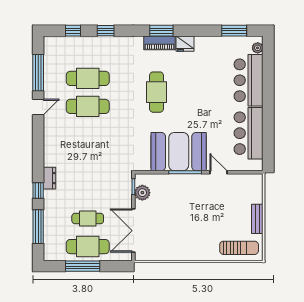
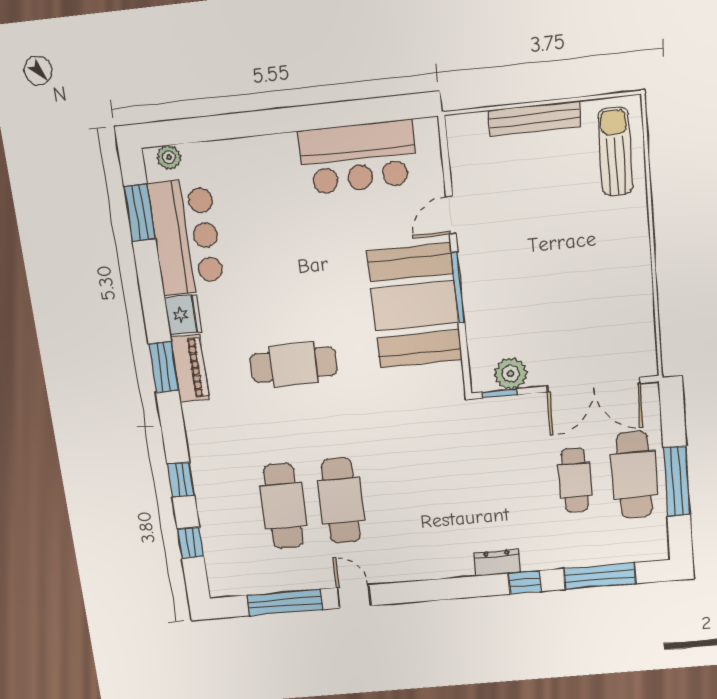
bar counter: (249, 80) -> (186, 237), moved, turned -90
bench: (257, 219) -> (535, 118), width x1.36

